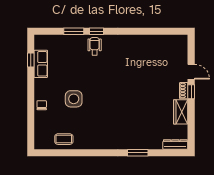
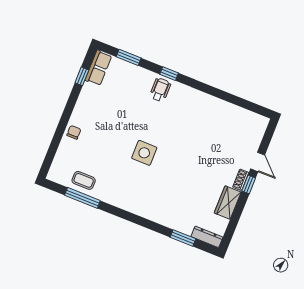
window: (74, 31) -> (129, 57), moved
row of seats: (41, 64) -> (98, 68), moved
side table: (74, 99) -> (144, 153), moved
window: (68, 153) -> (82, 198), added
window: (138, 153) -> (183, 238), moved

